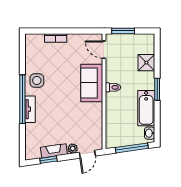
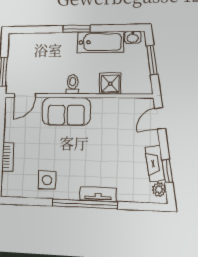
shower: (146, 63) -> (110, 84), moved
side table: (37, 80) -> (47, 180), moved
window: (132, 148) -> (152, 60), width x0.69
plant: (73, 149) -> (159, 189), moved
door: (87, 154) -> (160, 118), swing flipped

